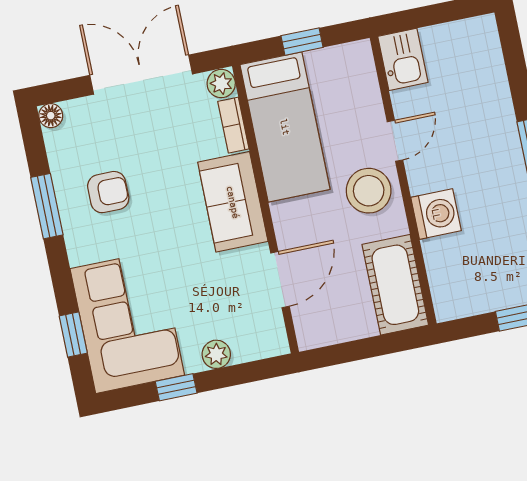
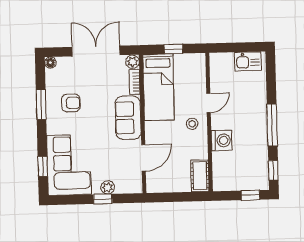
kitchen sink: (403, 59) -> (248, 61), moved, turned 90
stool: (369, 191) -> (192, 124), width x0.53, depth x0.53
cot: (395, 285) -> (200, 176), width x0.73, depth x0.75
window: (176, 387) -> (103, 199), moved

